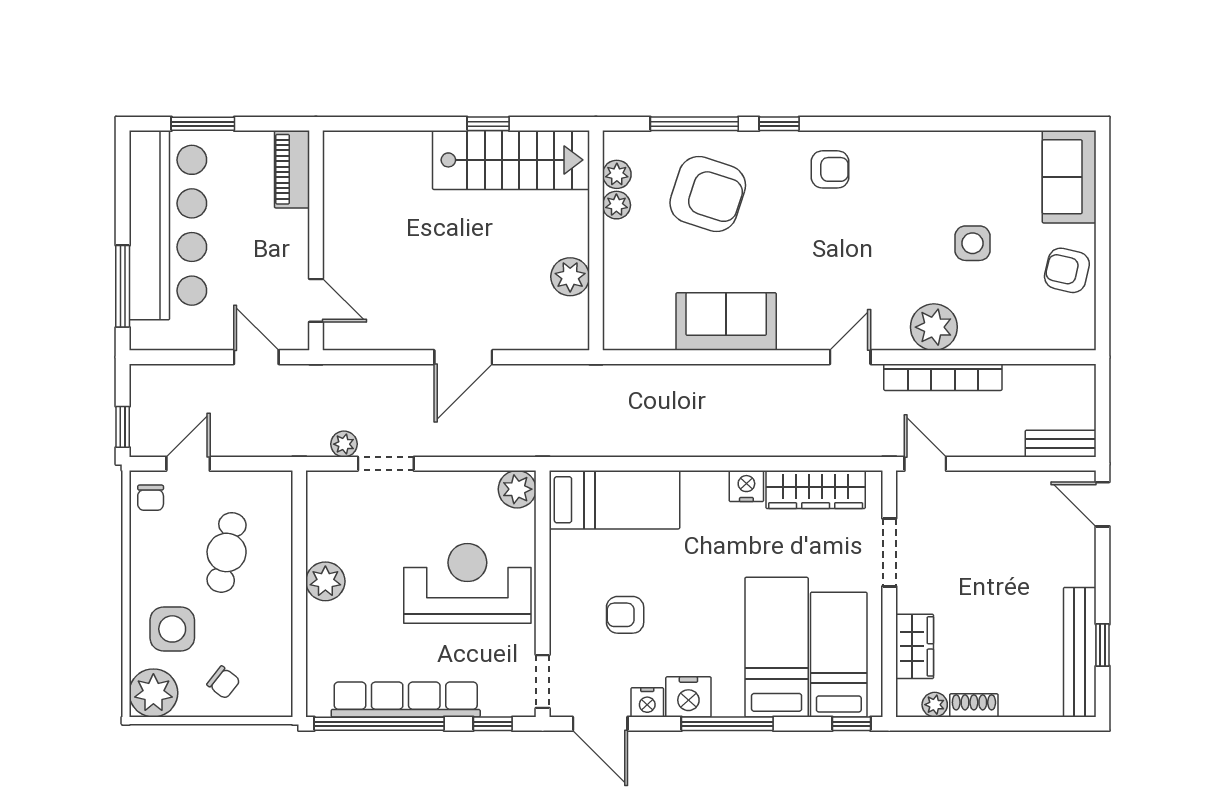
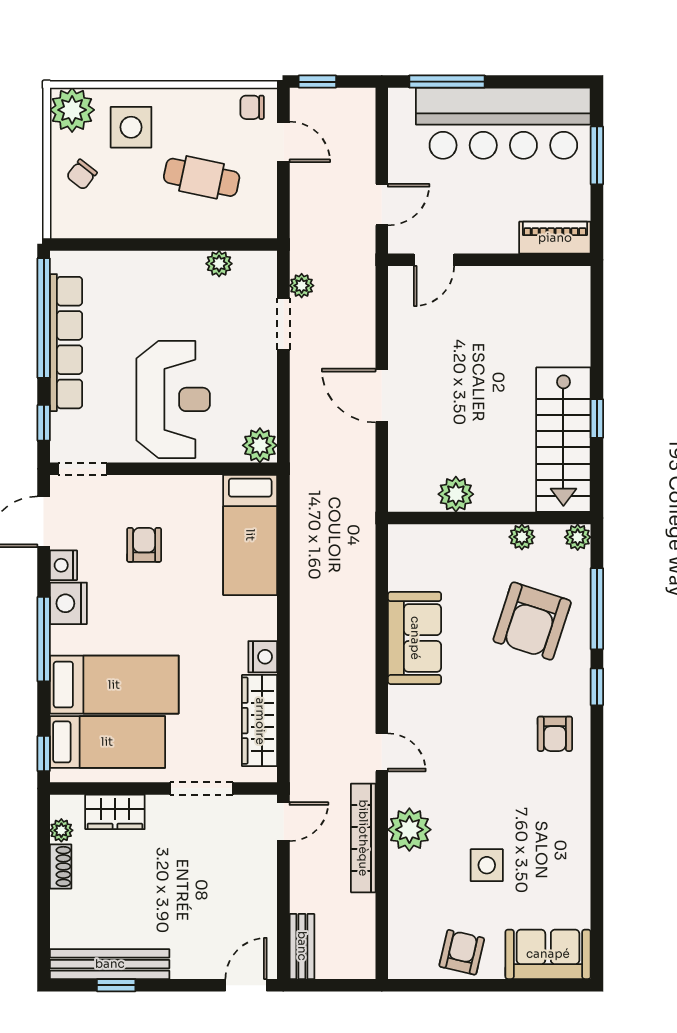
plant: (617, 174) -> (578, 537), moved
plant: (325, 581) -> (219, 264), moved, width x0.73, depth x0.73

